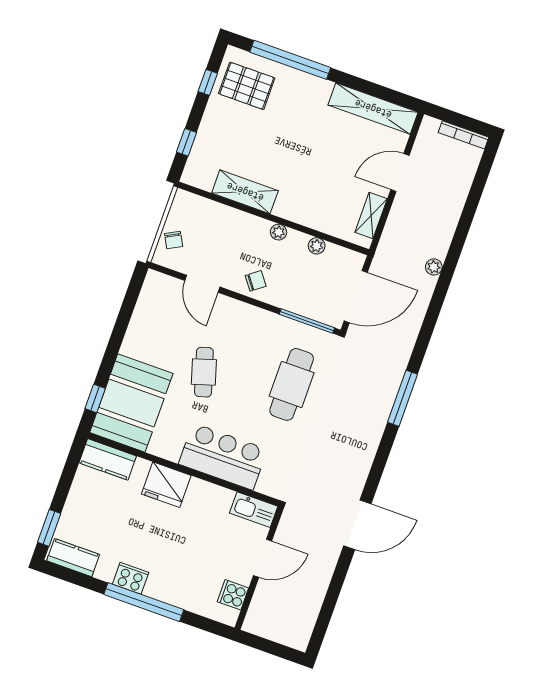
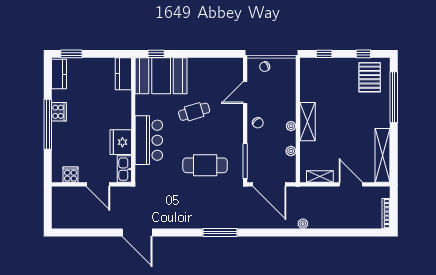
shelving: (245, 192) -> (307, 122), moved
fridge: (166, 485) -> (121, 142), moved

